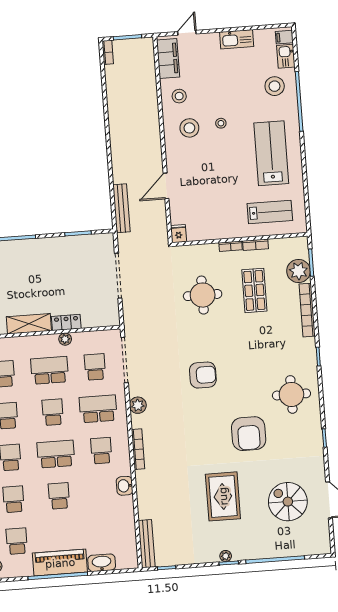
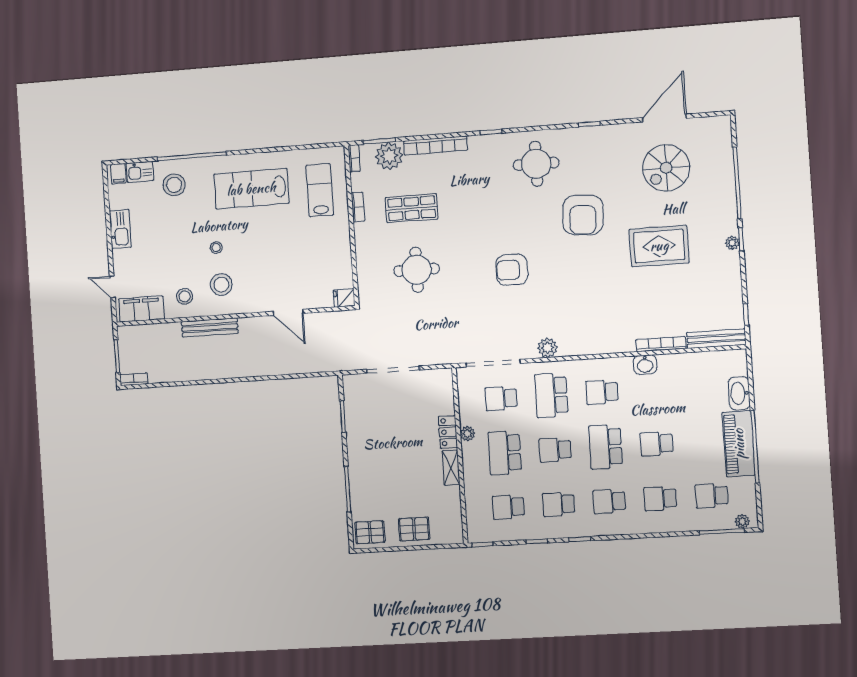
bench: (121, 208) -> (210, 328), moved
bookcase: (231, 246) -> (354, 158), moved
shelving: (29, 324) -> (451, 468), width x0.67, depth x0.75
armchair: (203, 375) -> (512, 270), turned -90
armchair: (249, 434) -> (583, 215), turned 94
bookcase: (138, 449) -> (661, 344), moved

